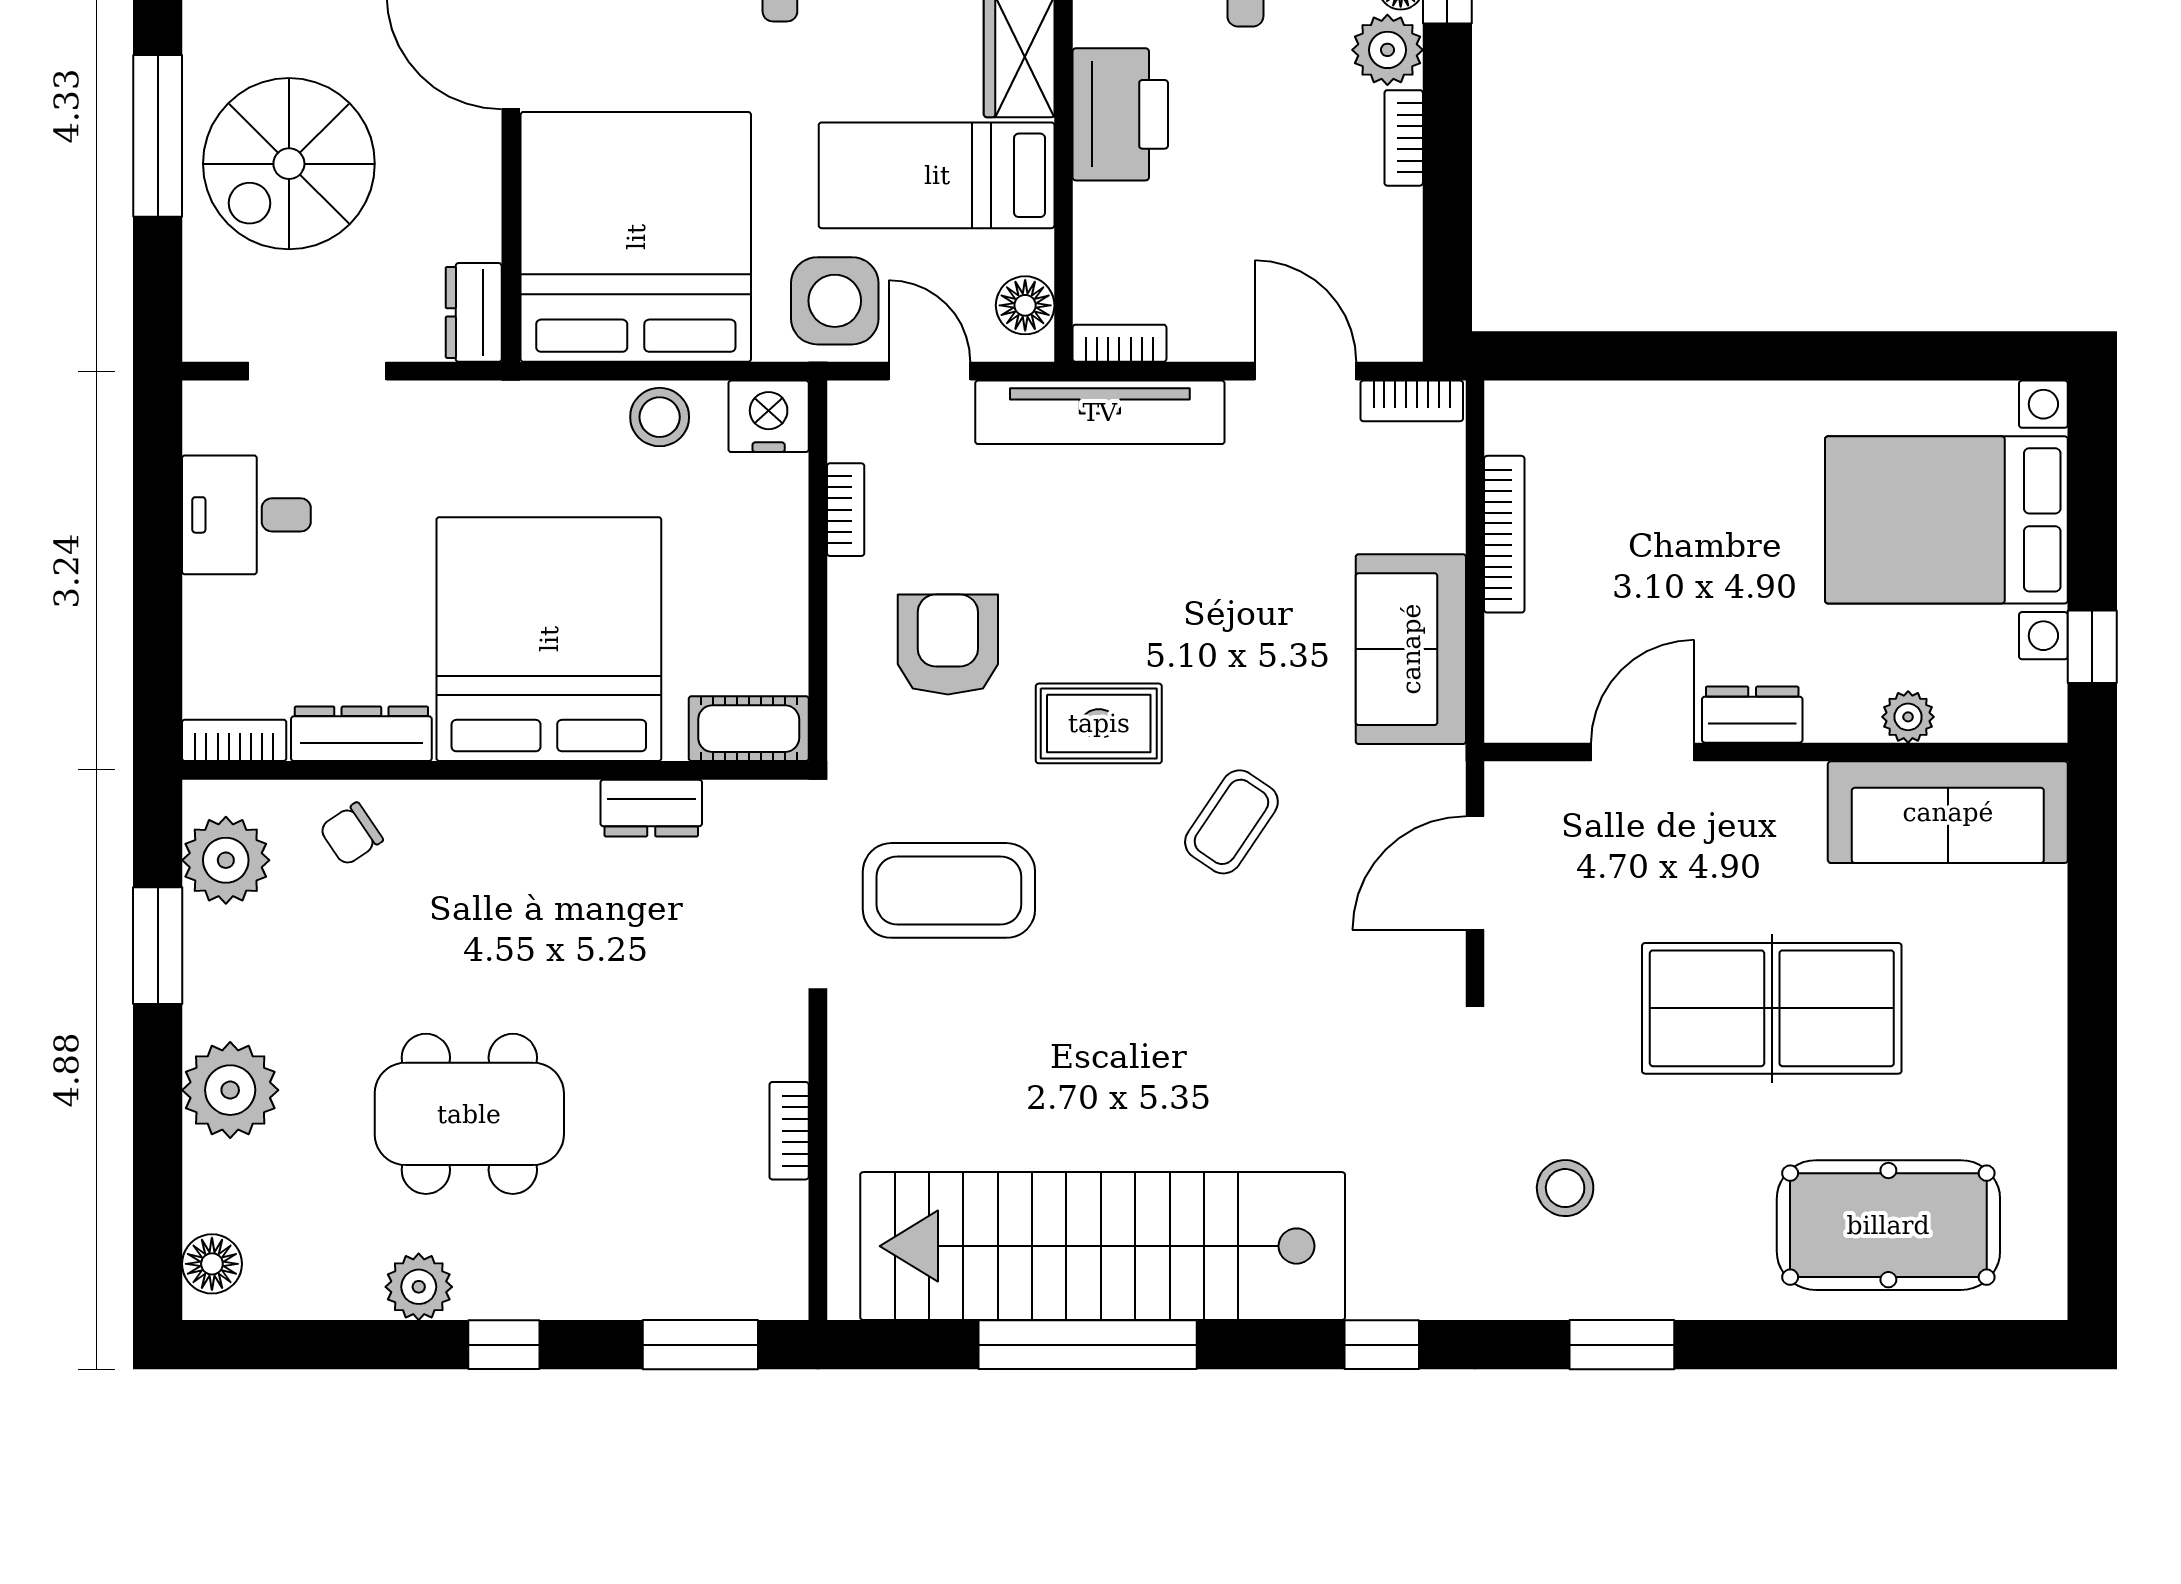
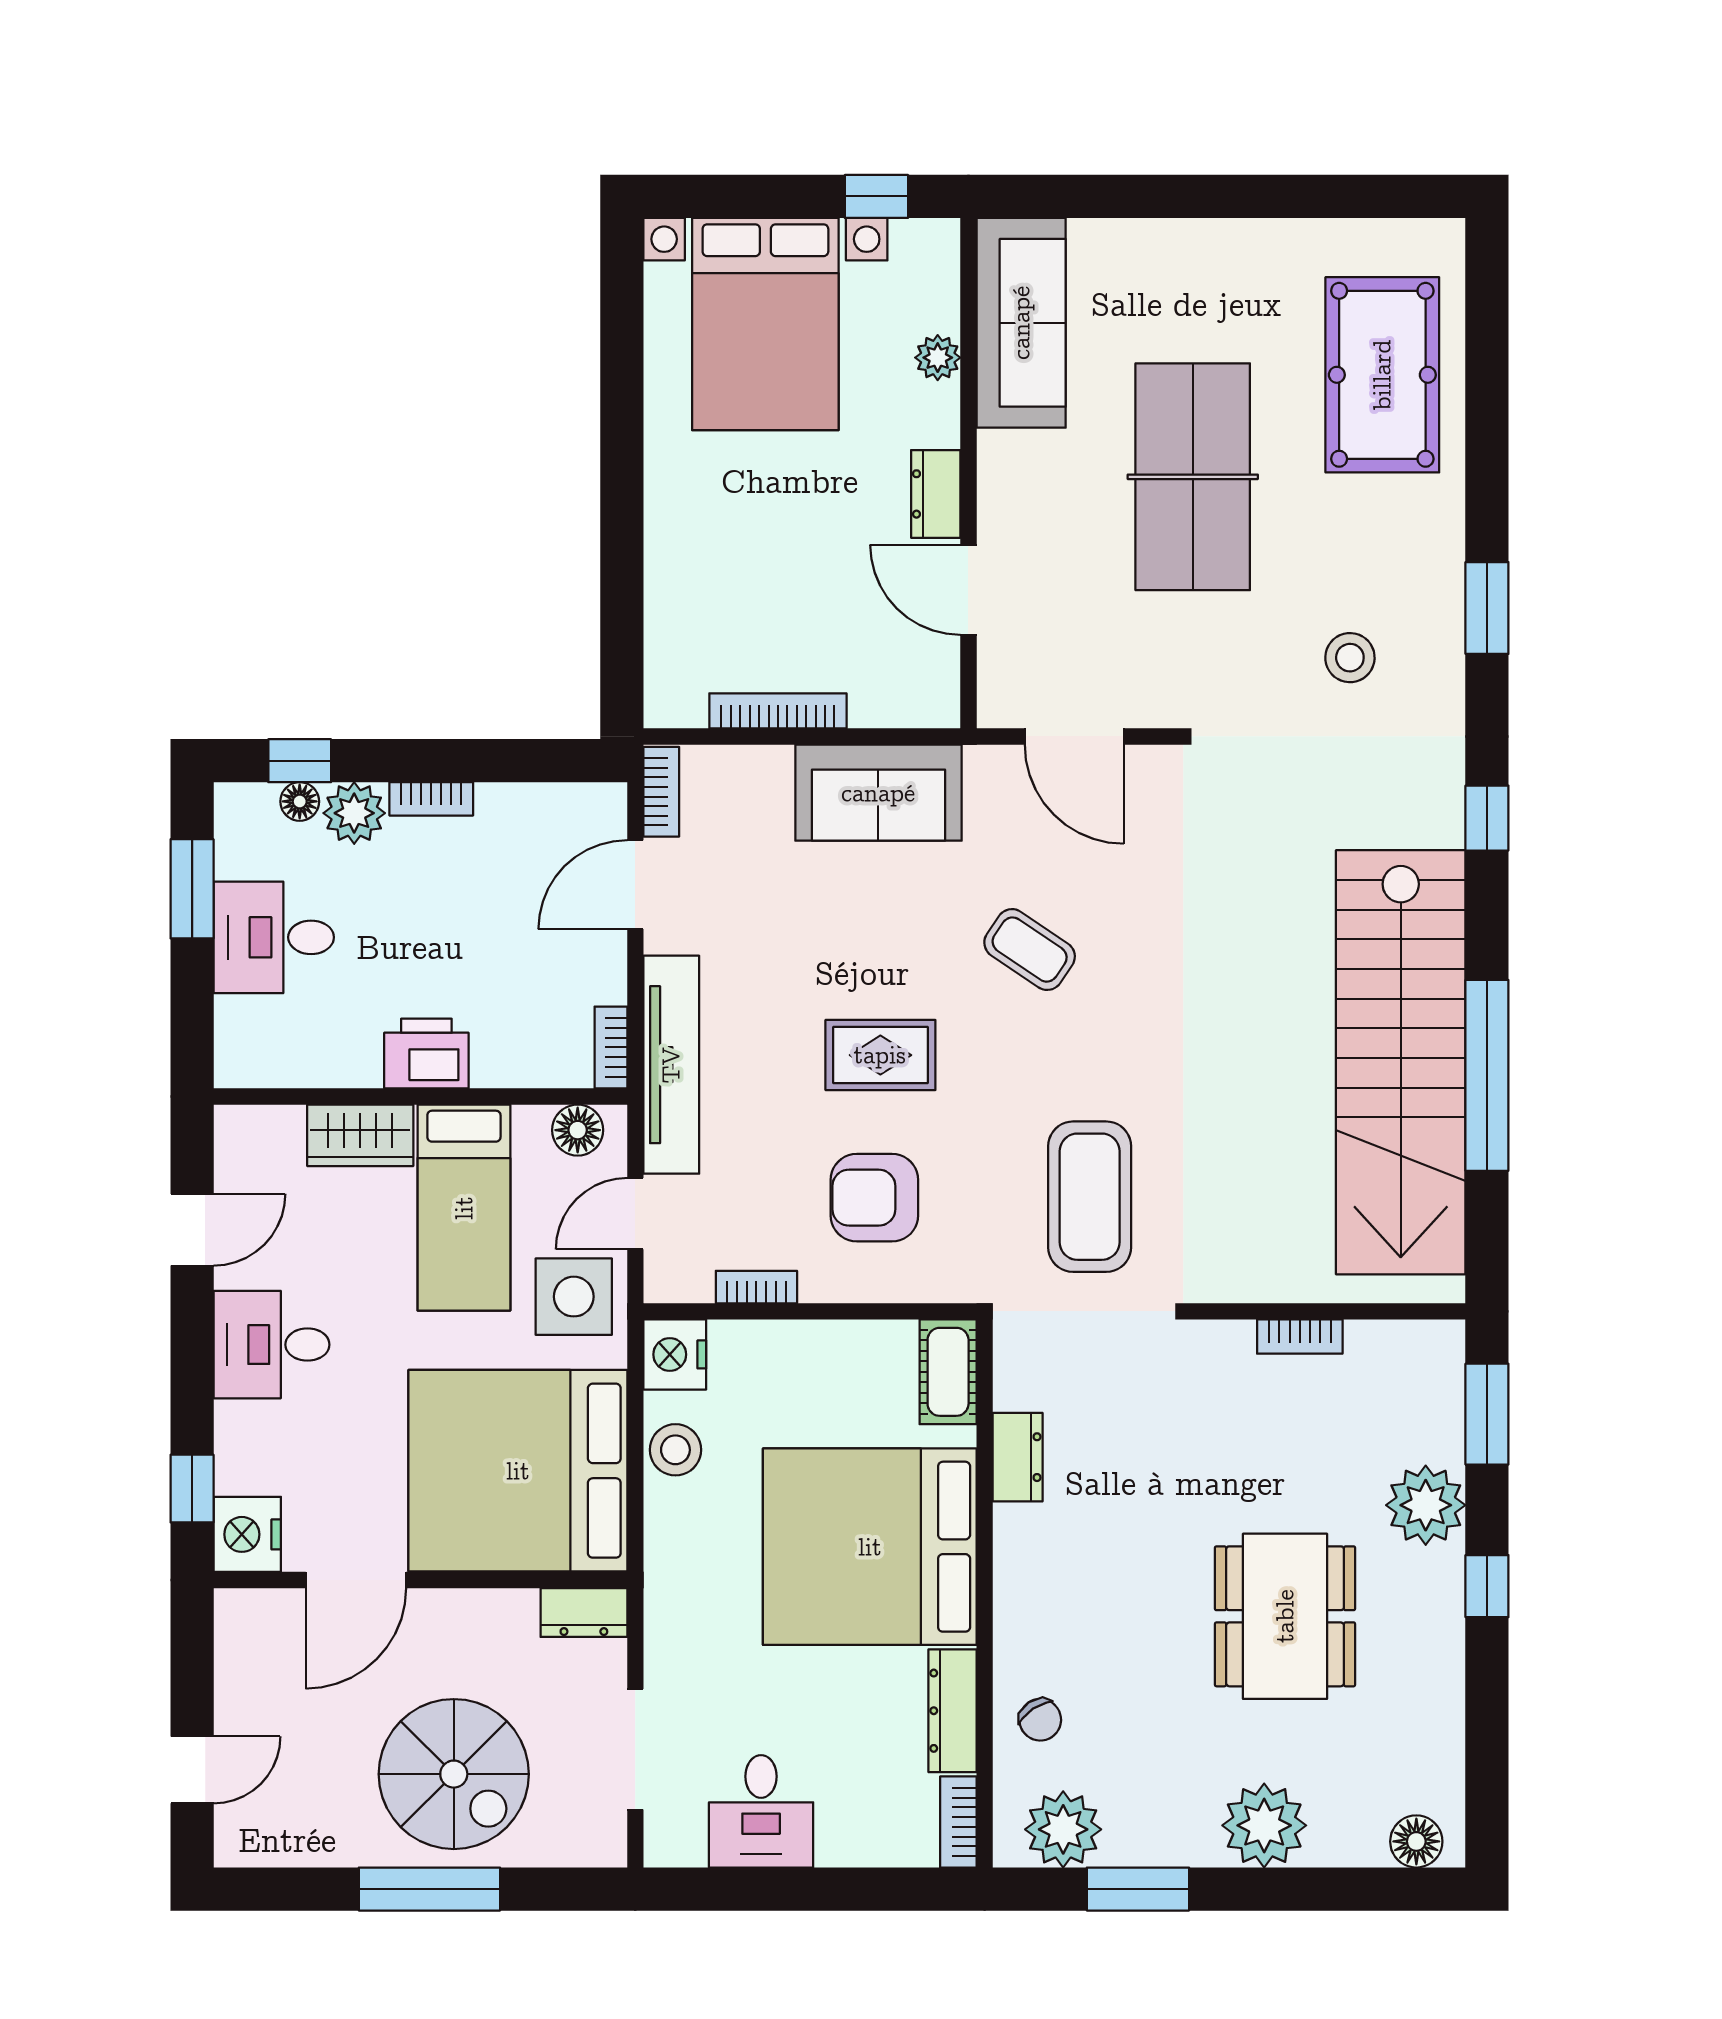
printer: (1120, 114) -> (426, 1054), width x0.73, depth x0.84
rug: (1099, 723) -> (880, 1055), moved, turned 90
plant: (419, 1287) -> (1426, 1505), moved, width x1.36, depth x1.36

